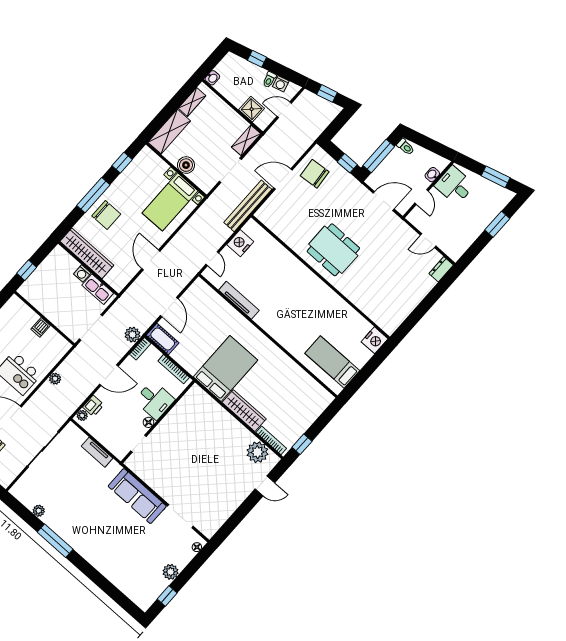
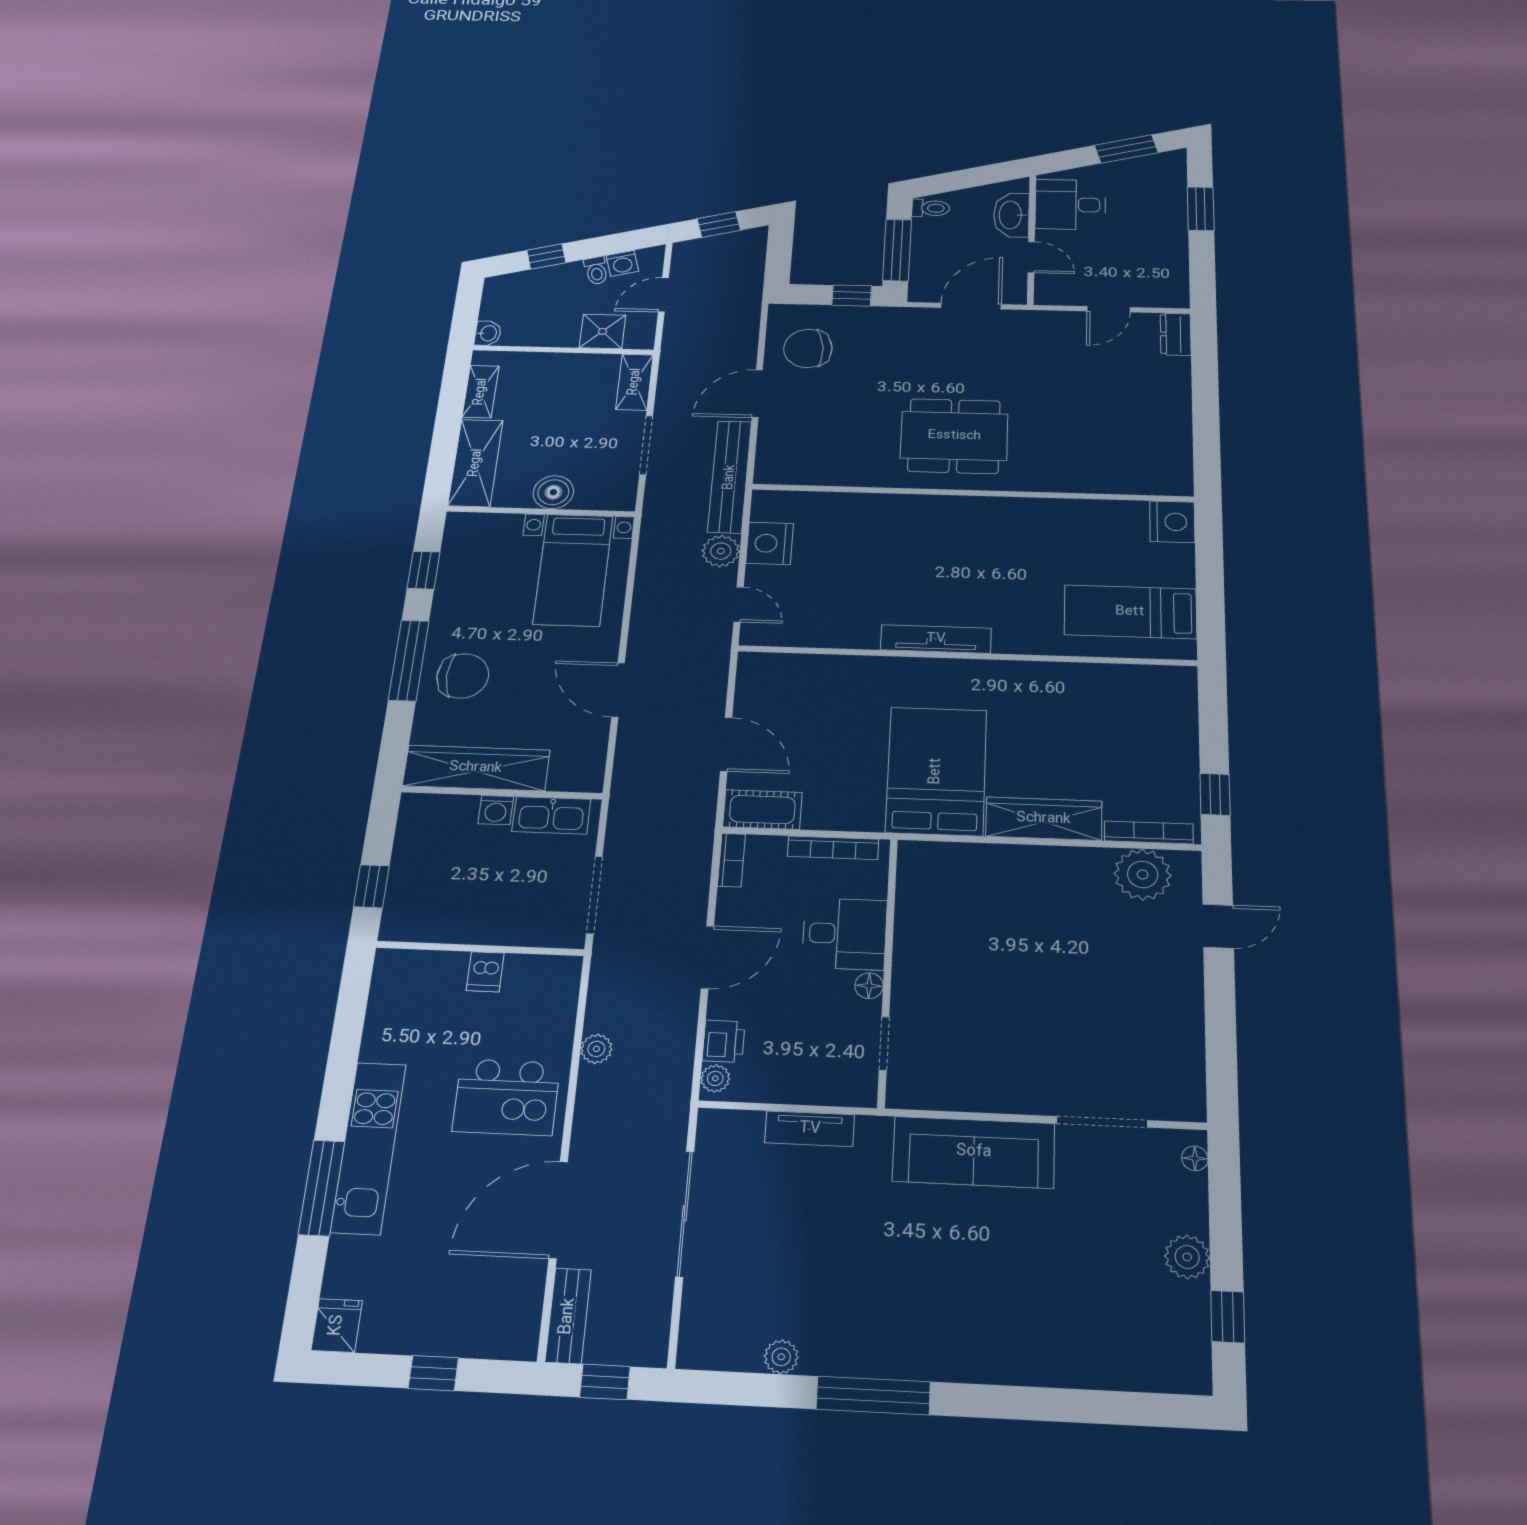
washbasin: (432, 175) -> (1011, 215), width x1.91, depth x1.45
tv unit: (239, 300) -> (936, 639), moved
plant: (132, 335) -> (721, 551), moved

